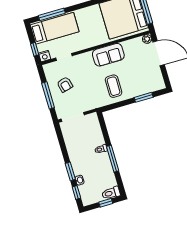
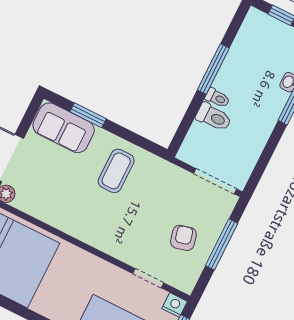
sofa: (108, 55) -> (64, 128), moved, turned 180
toilet: (111, 193) -> (214, 117), moved

